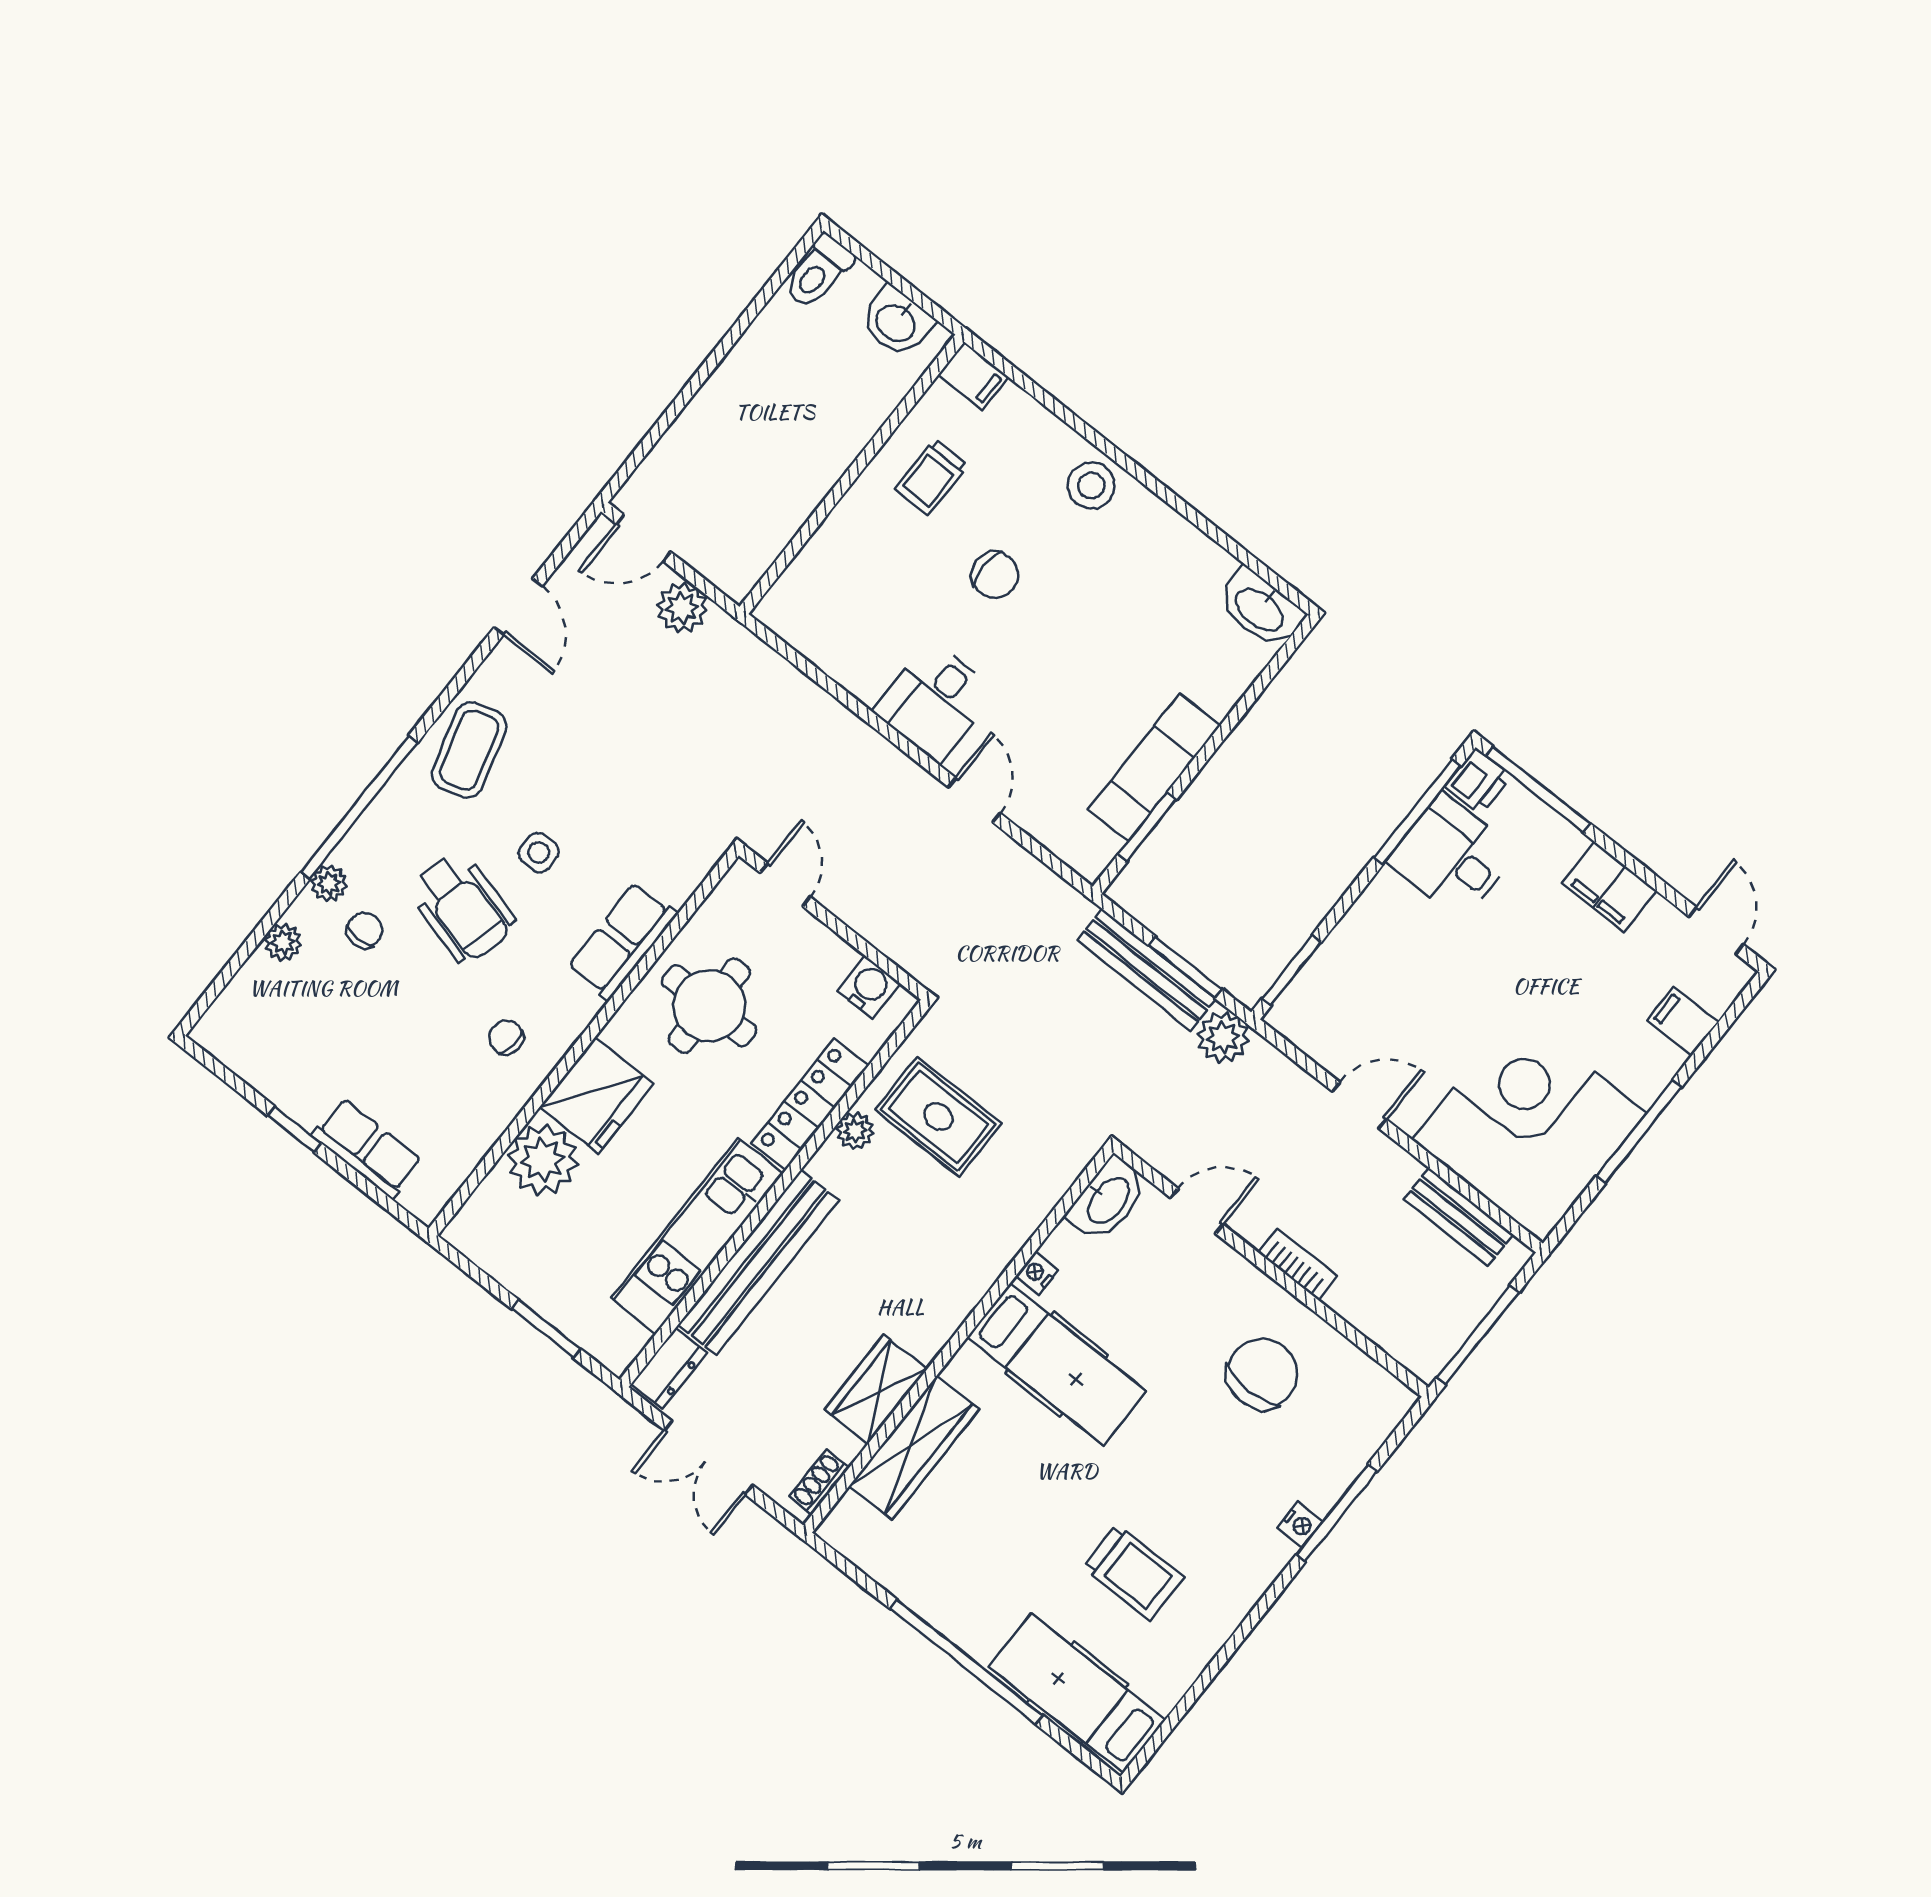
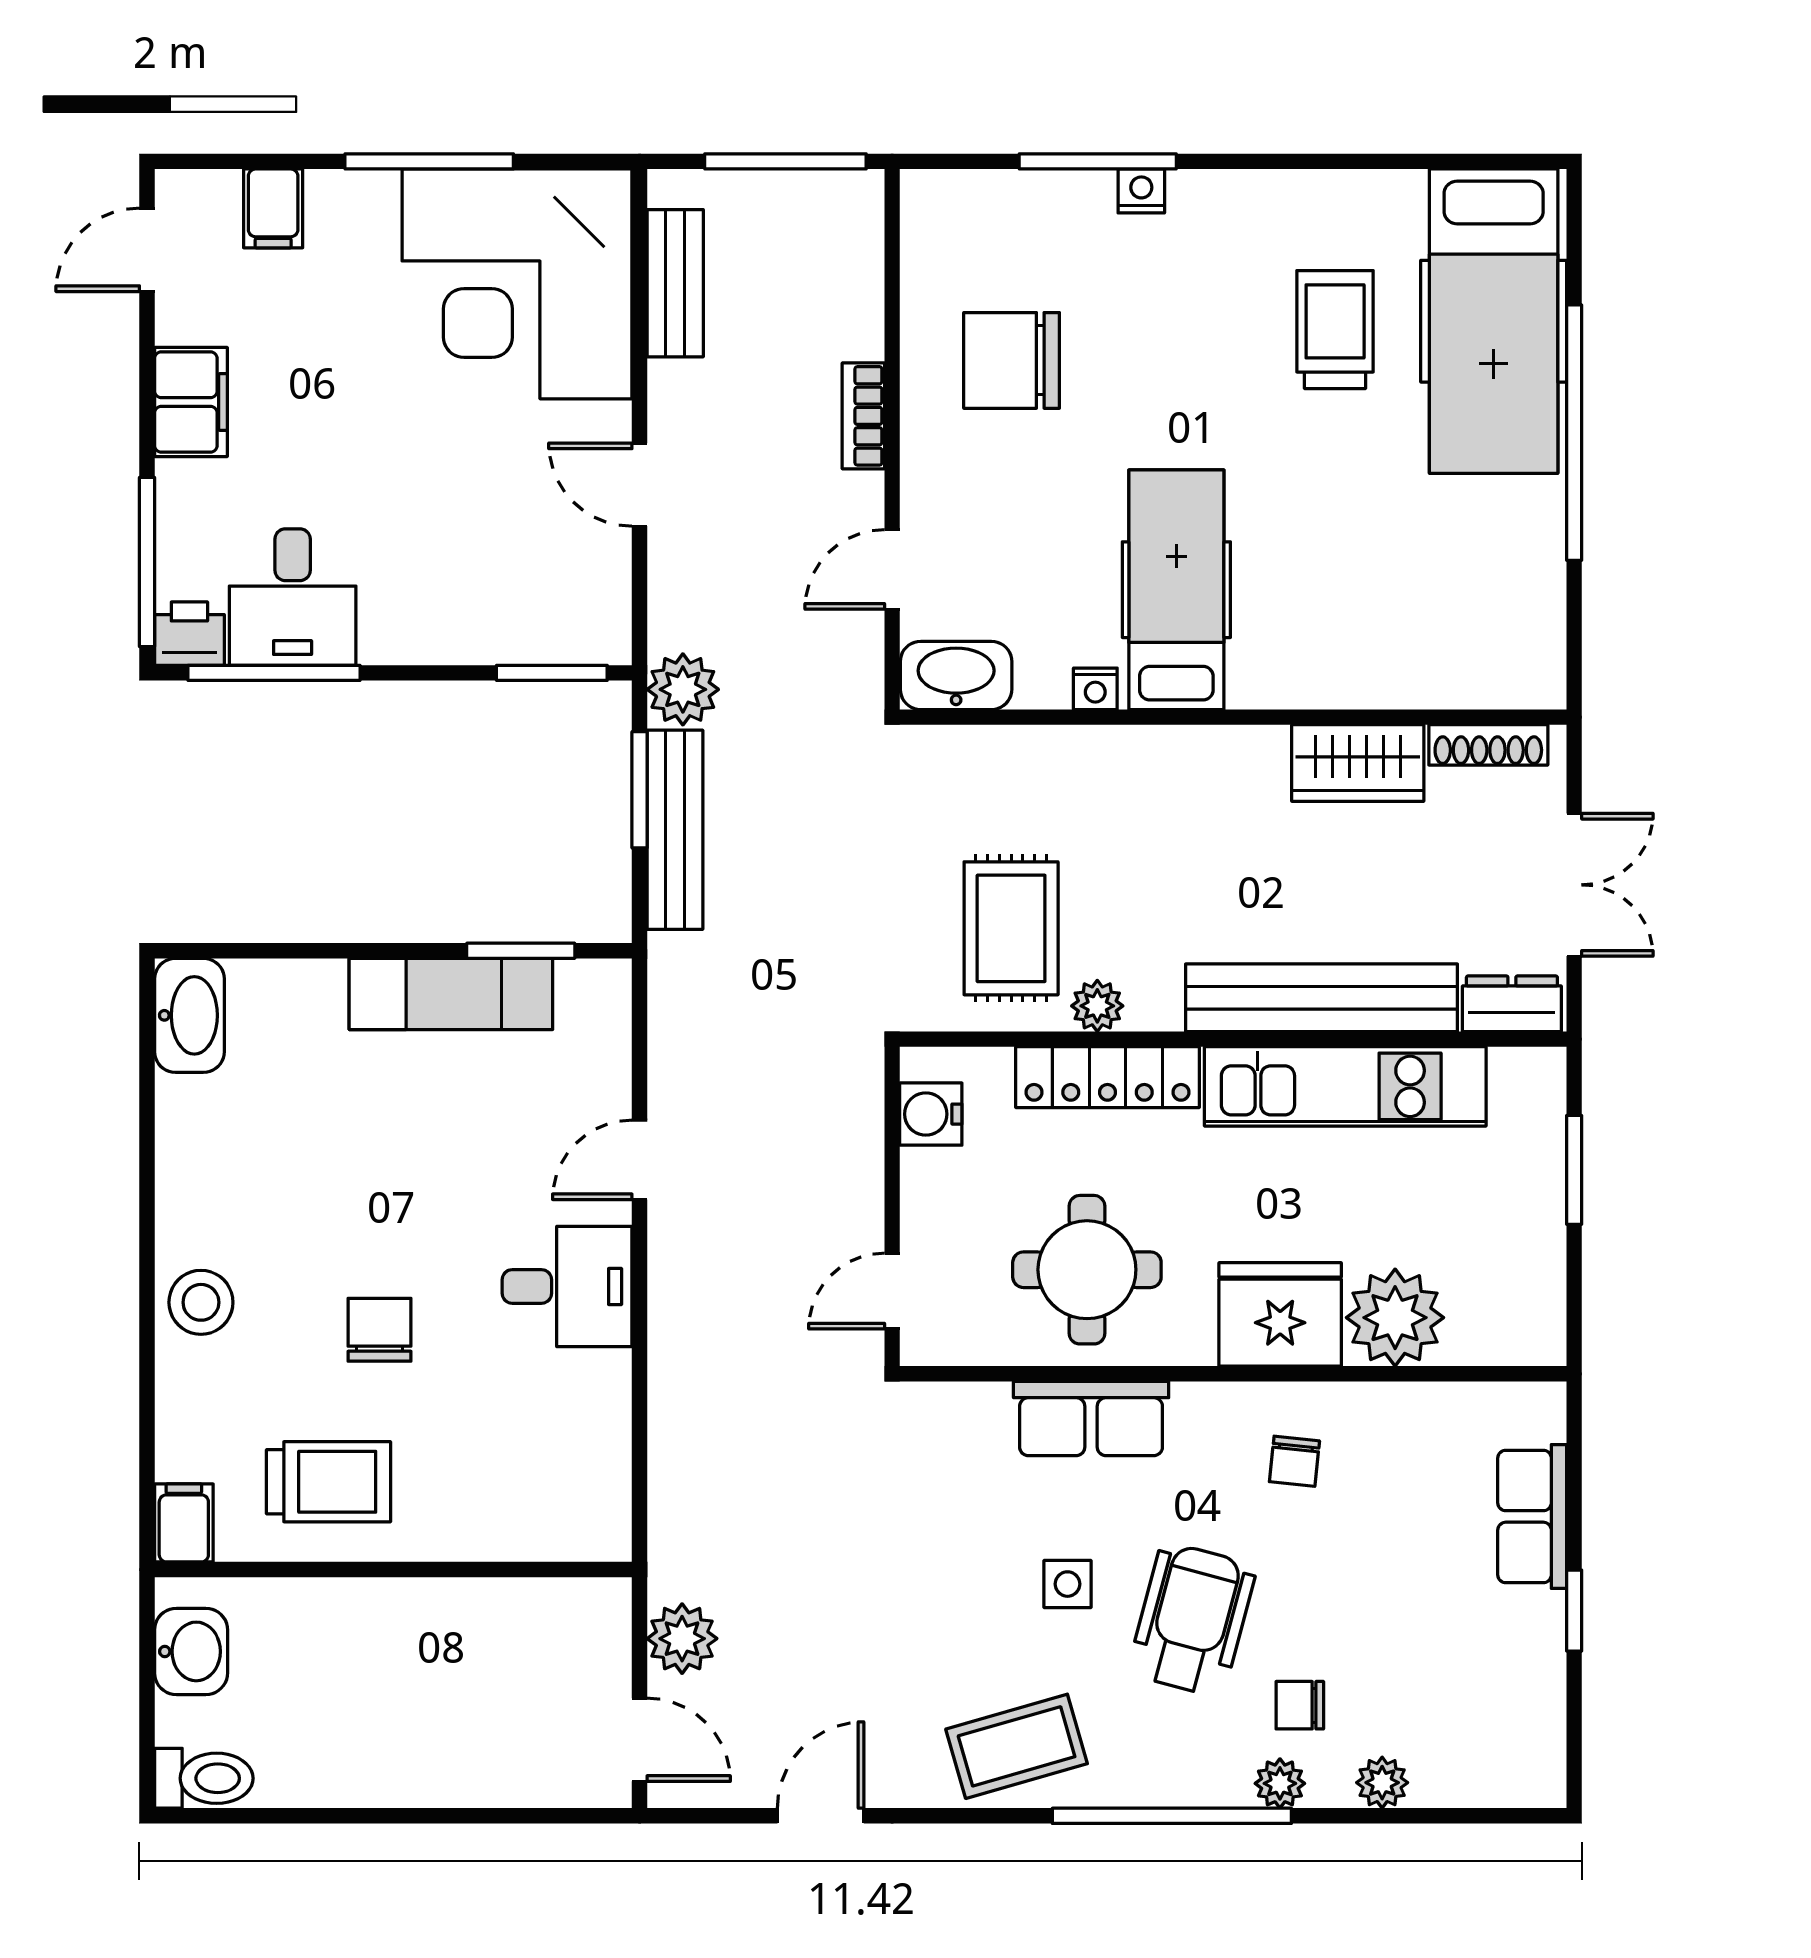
trolley: (931, 477) -> (329, 1482), width x1.36, depth x1.39
door: (1197, 1211) -> (892, 569), hinge flipped
wardrobe: (914, 1448) -> (1388, 672), removed
shoe rack: (819, 1482) -> (1488, 745), width x1.43
hospital bed: (1077, 1693) -> (1494, 321), width x1.37, depth x1.29

